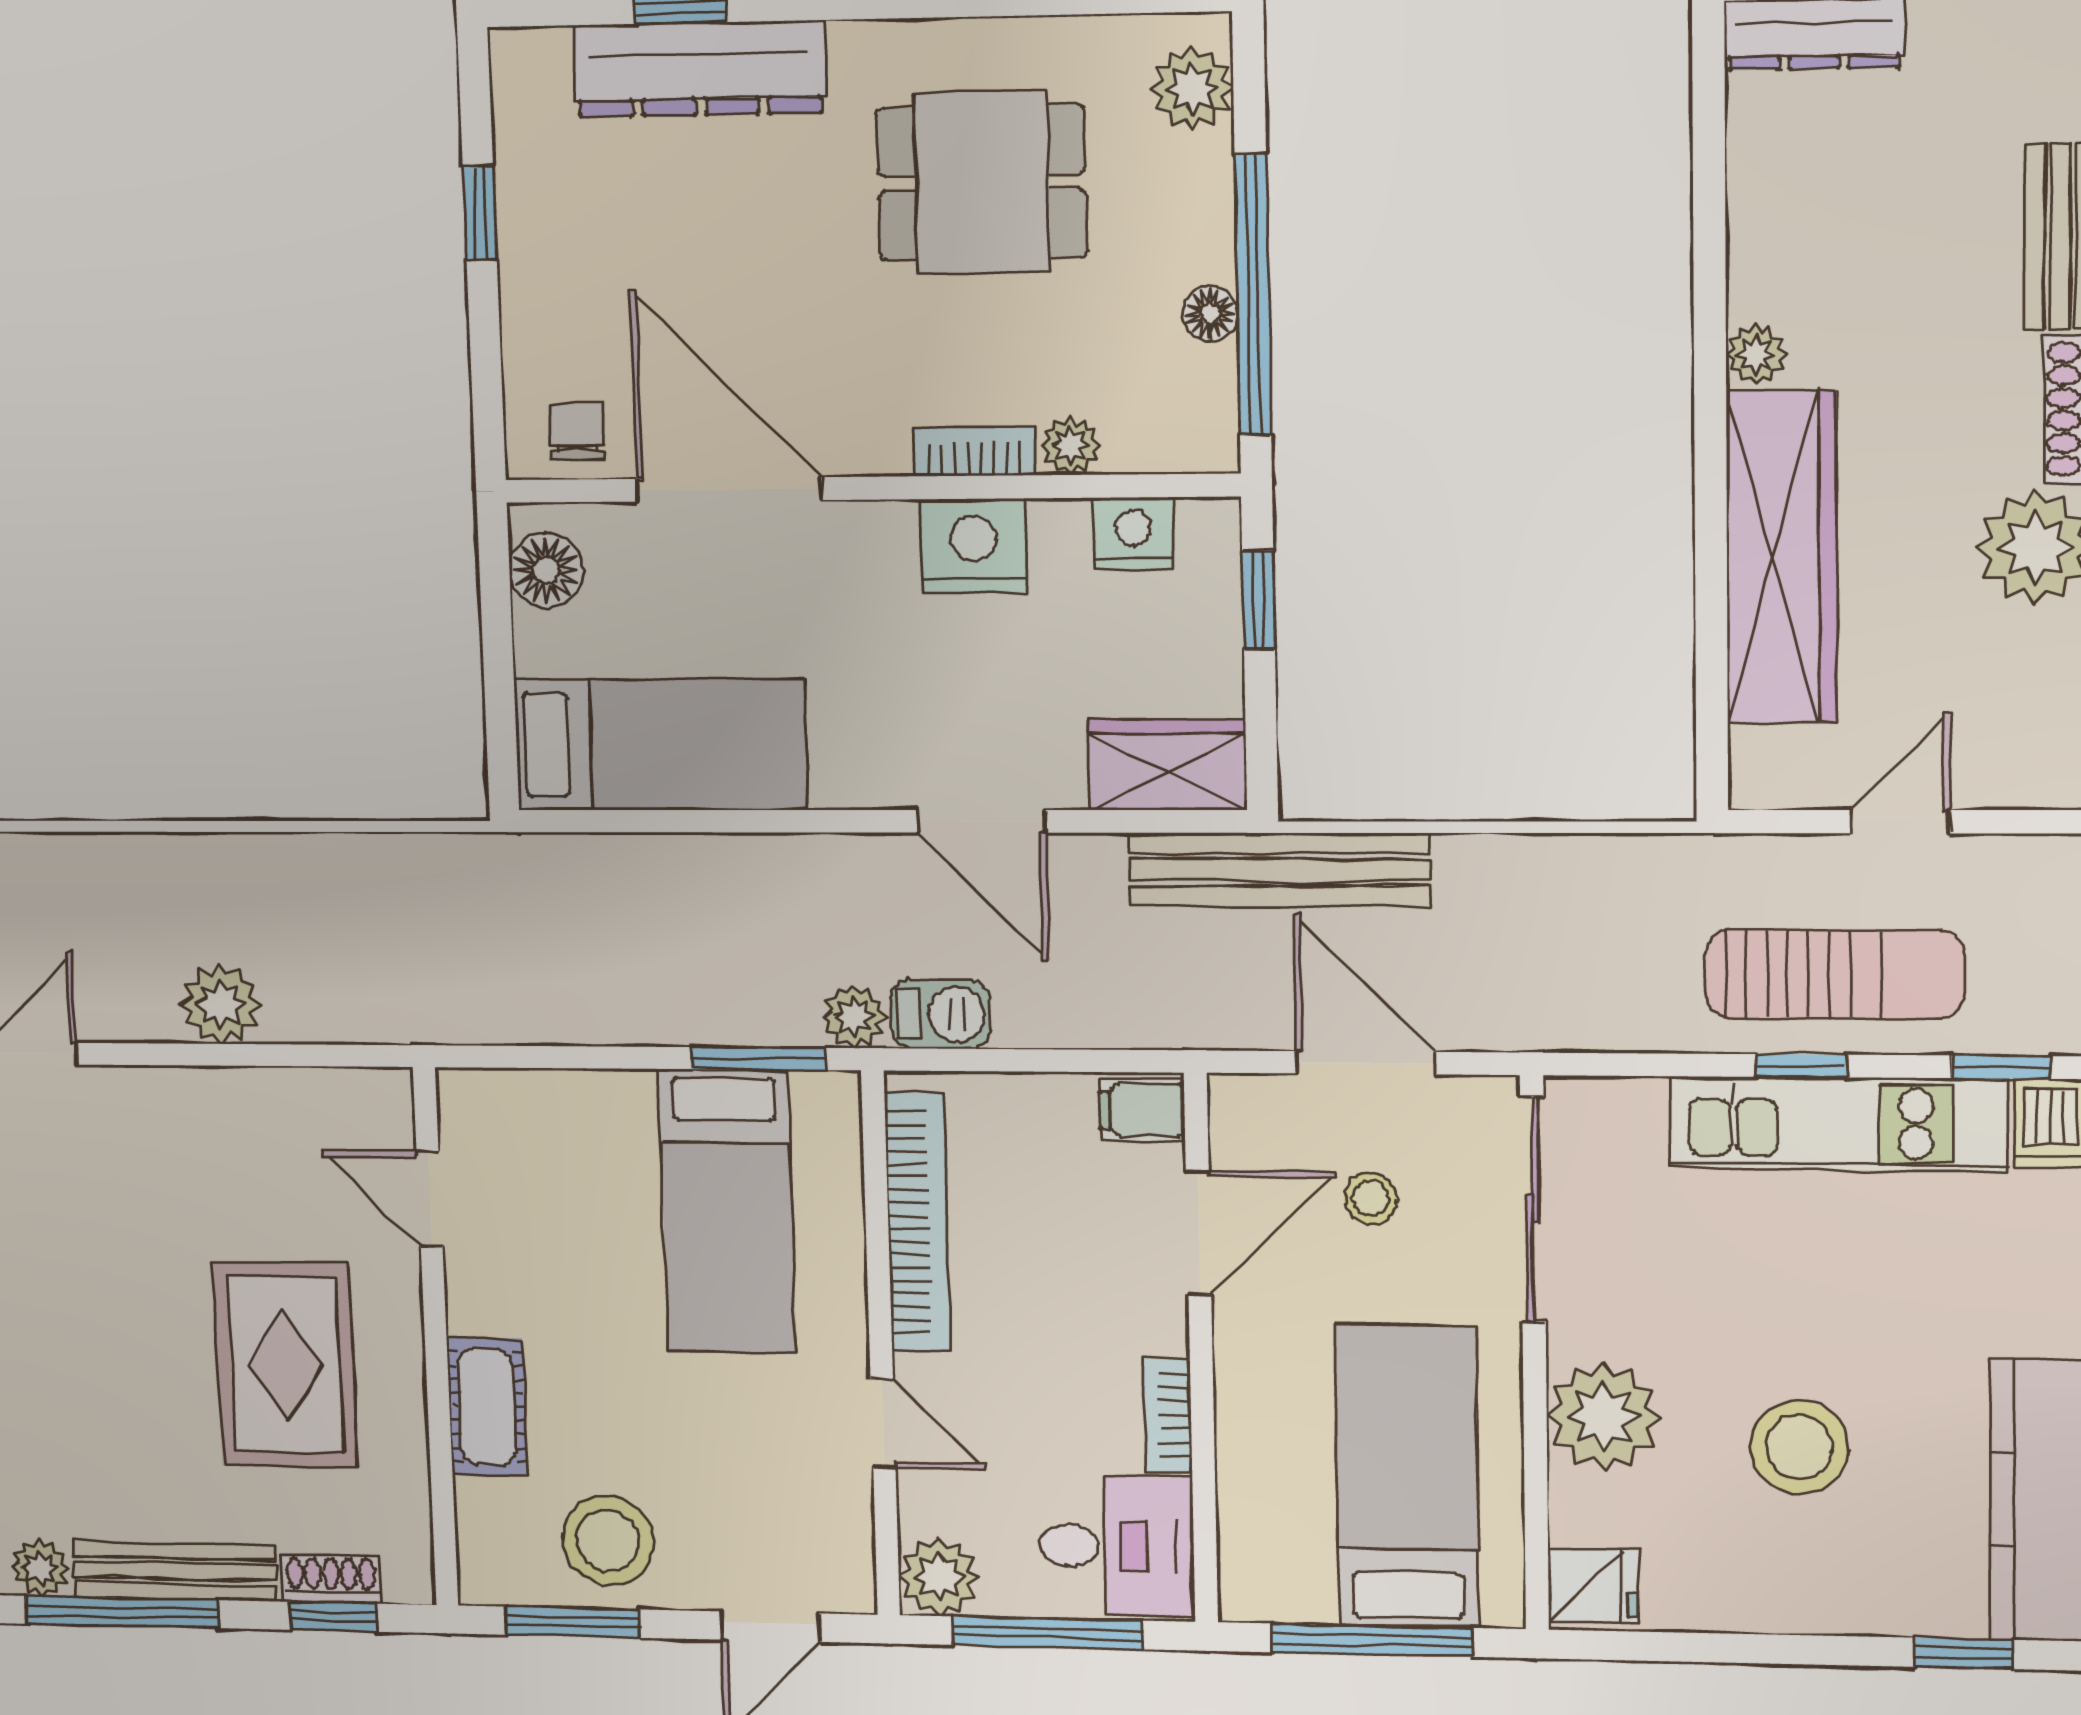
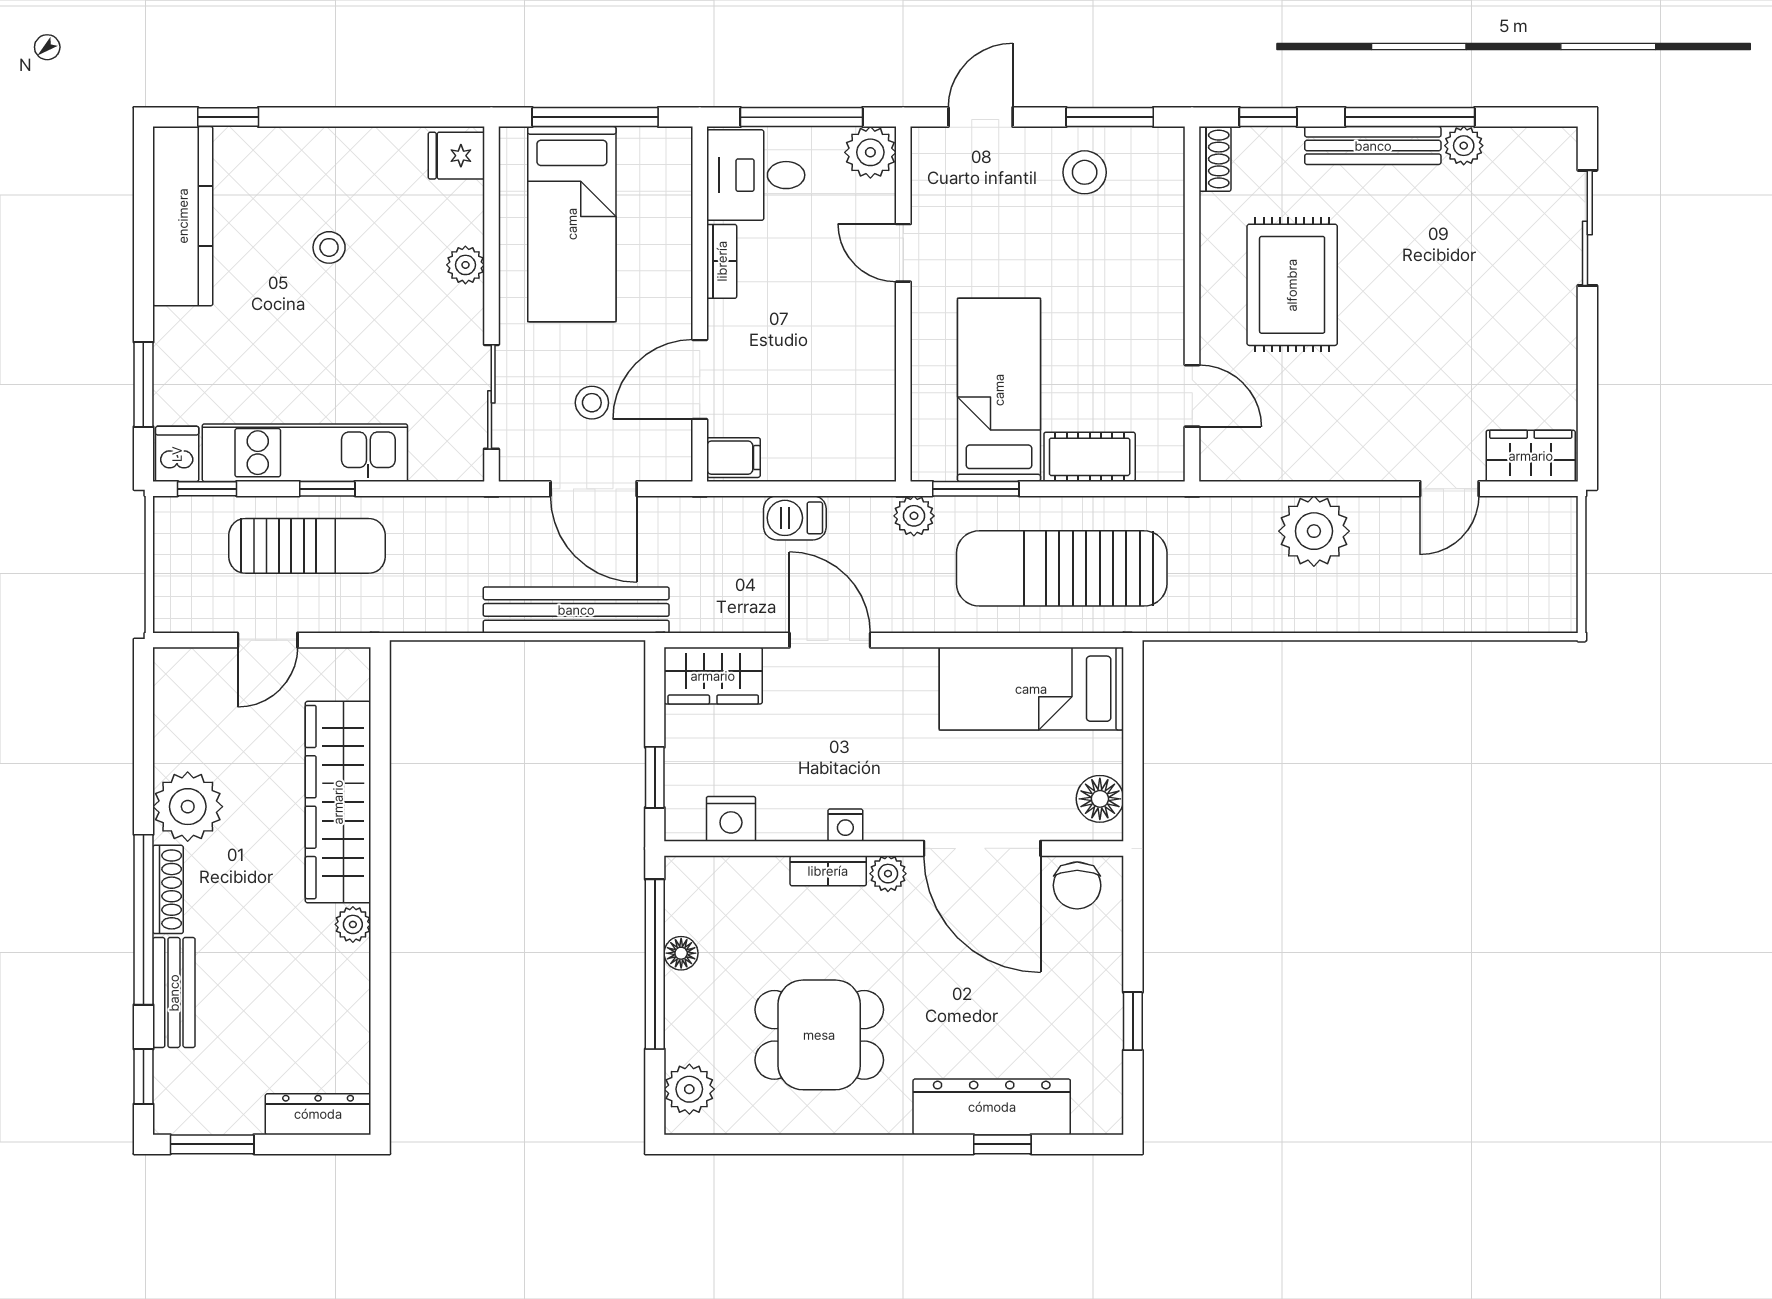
chair: (577, 431) -> (1077, 885), width x1.37, depth x1.37
plant: (1071, 446) -> (888, 874), moved
nightstand: (974, 546) -> (845, 825), width x0.53, depth x0.56
bench: (1279, 870) -> (576, 610), moved
sun lounger: (620, 934) -> (1062, 568), added
sun lounger: (1834, 974) -> (307, 546), turned 180
plant: (220, 1004) -> (1314, 531), width x1.36, depth x1.36
barbecue: (941, 1014) -> (795, 518), moved
sliding door: (1533, 1209) -> (491, 397), width x0.73
bookcase: (918, 1222) -> (877, 384), removed
cot: (487, 1407) -> (1090, 457), moved, turned 90
plant: (1604, 1417) -> (465, 265), width x0.53, depth x0.53
stool: (1799, 1447) -> (329, 247), width x0.53, depth x0.53
stool: (608, 1540) -> (1085, 172), width x0.73, depth x0.73
shoe rack: (331, 1579) -> (1215, 159), moved, turned -90

